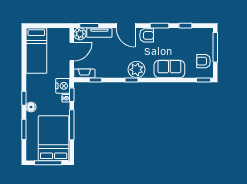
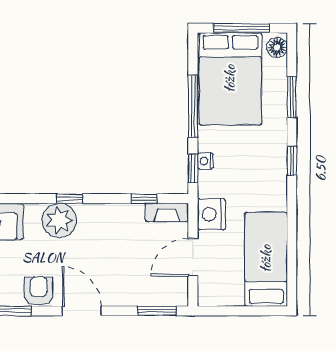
tv unit: (99, 33) -> (136, 297), removed
plant: (80, 34) -> (176, 294), removed
armchair: (147, 35) -> (39, 291), turned 90
nightstand: (63, 86) -> (211, 214), moved
floor lamp: (31, 107) -> (277, 47), moved

